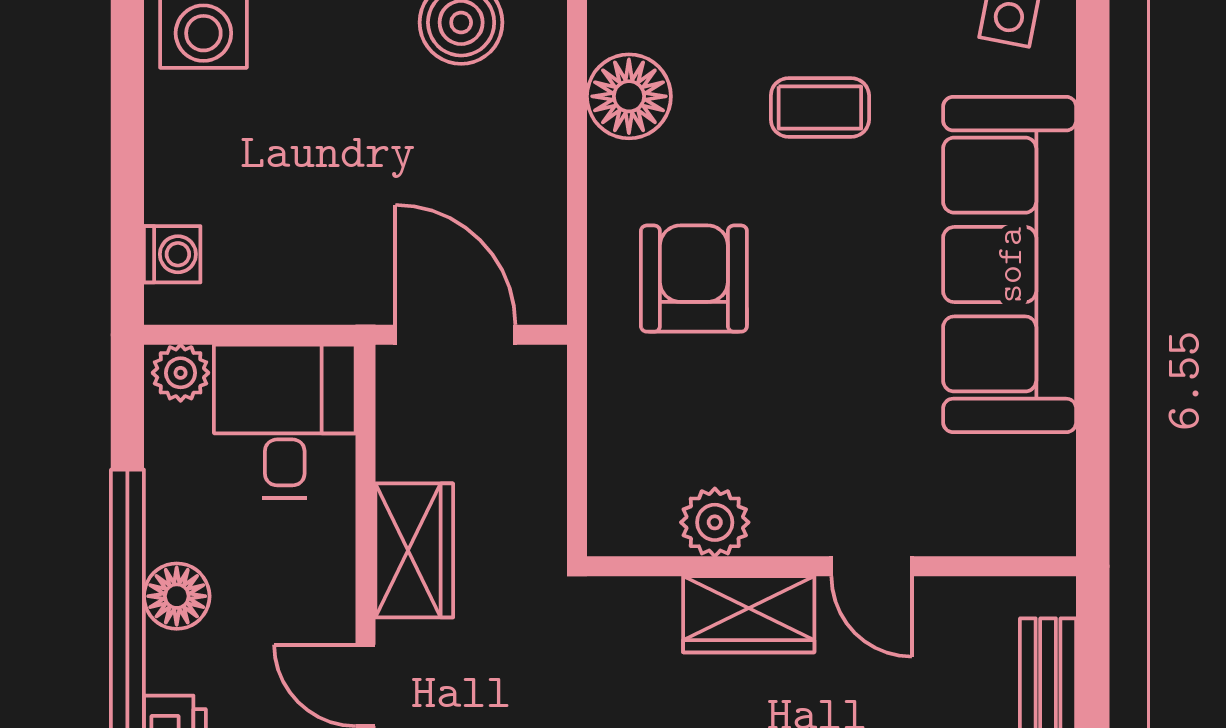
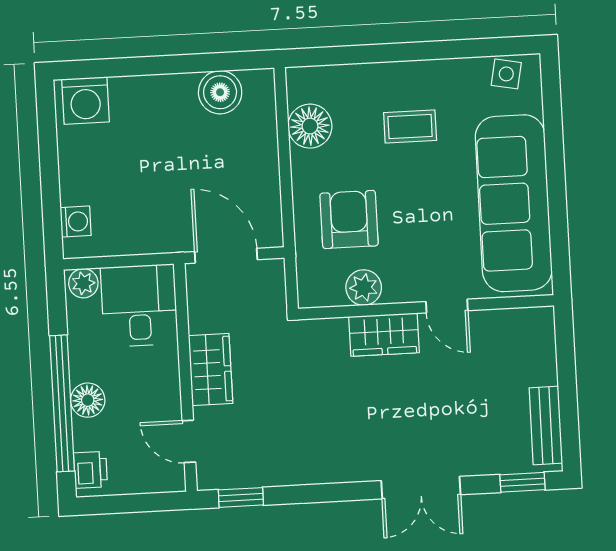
plant: (715, 522) -> (364, 288), moved
wall: (832, 566) -> (426, 307), moved
door: (872, 566) -> (447, 306), moved
wardrobe: (749, 614) -> (384, 335), moved

